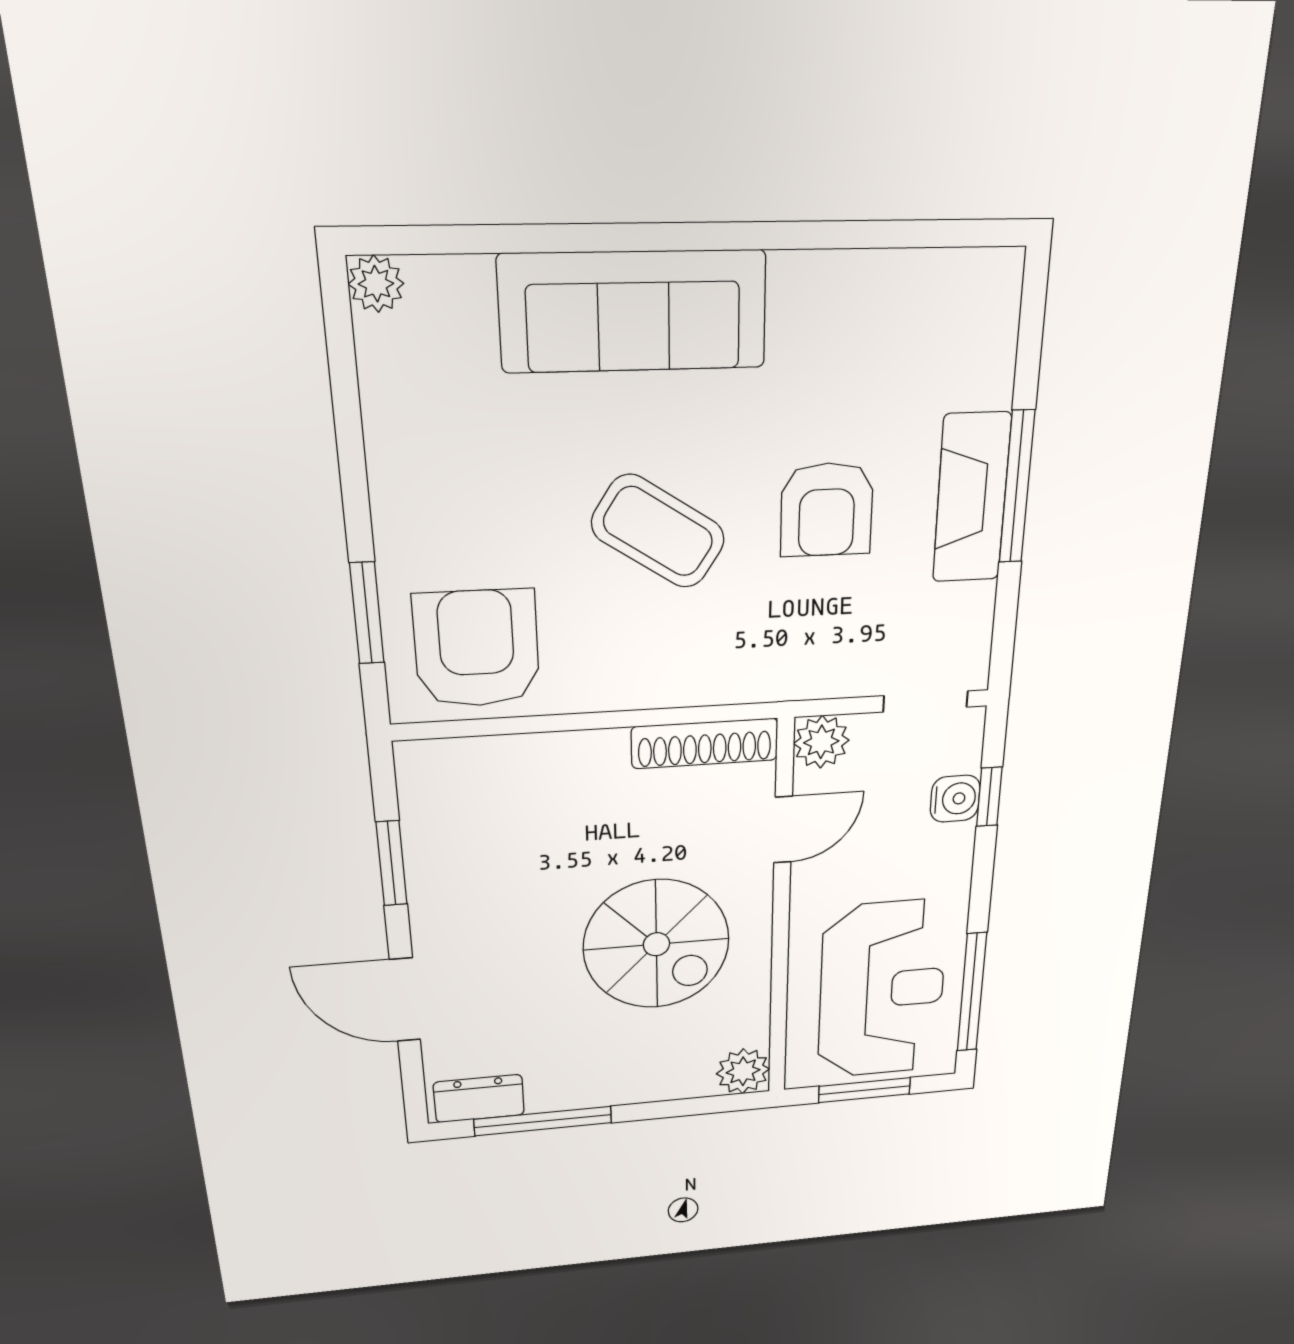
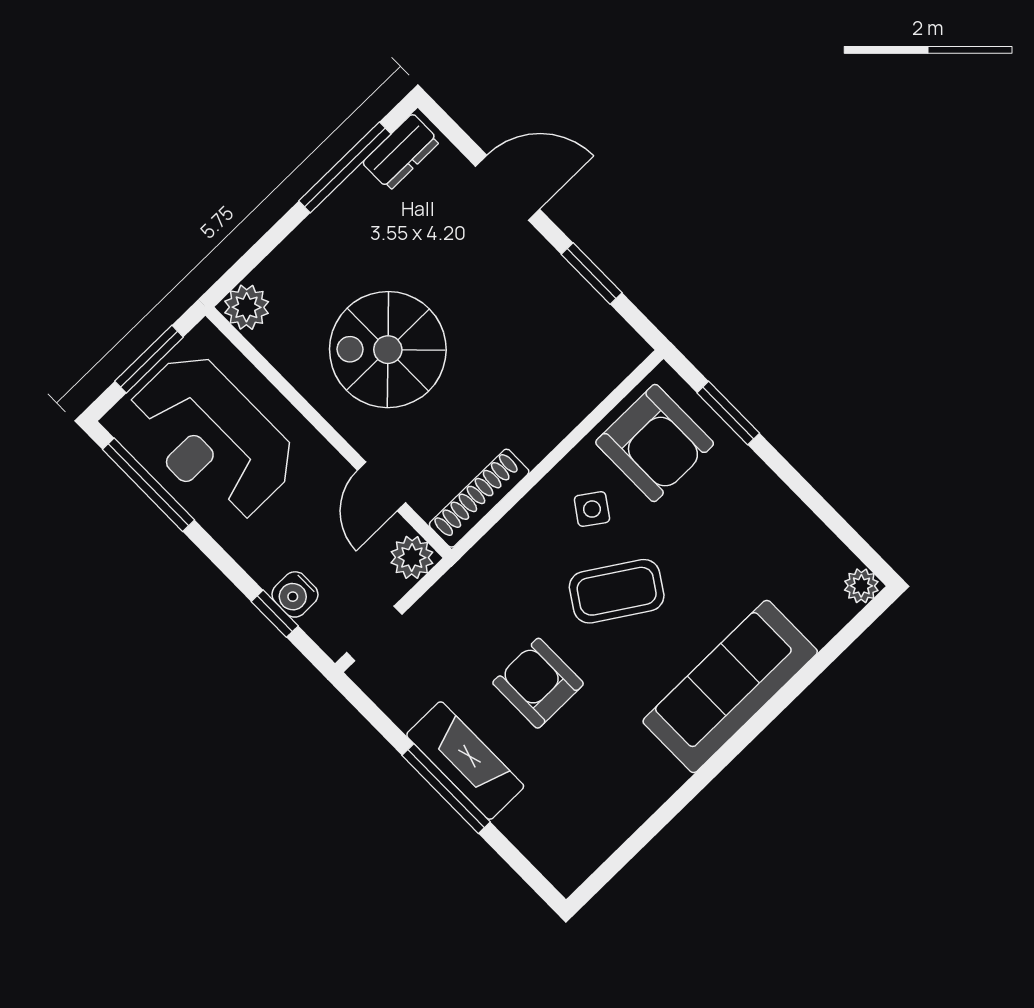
side table: (604, 638) -> (592, 509), added

